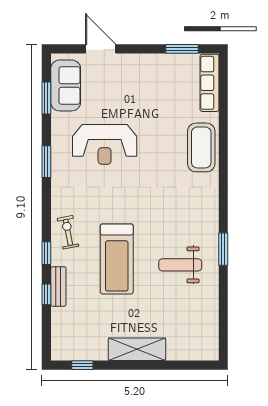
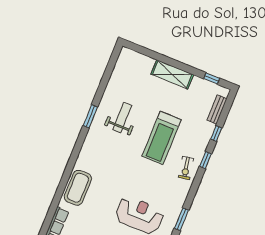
treadmill: (117, 259) -> (162, 138), turned 180
weight bench: (180, 265) -> (122, 117), turned -90
bench: (58, 286) -> (217, 110), moved

